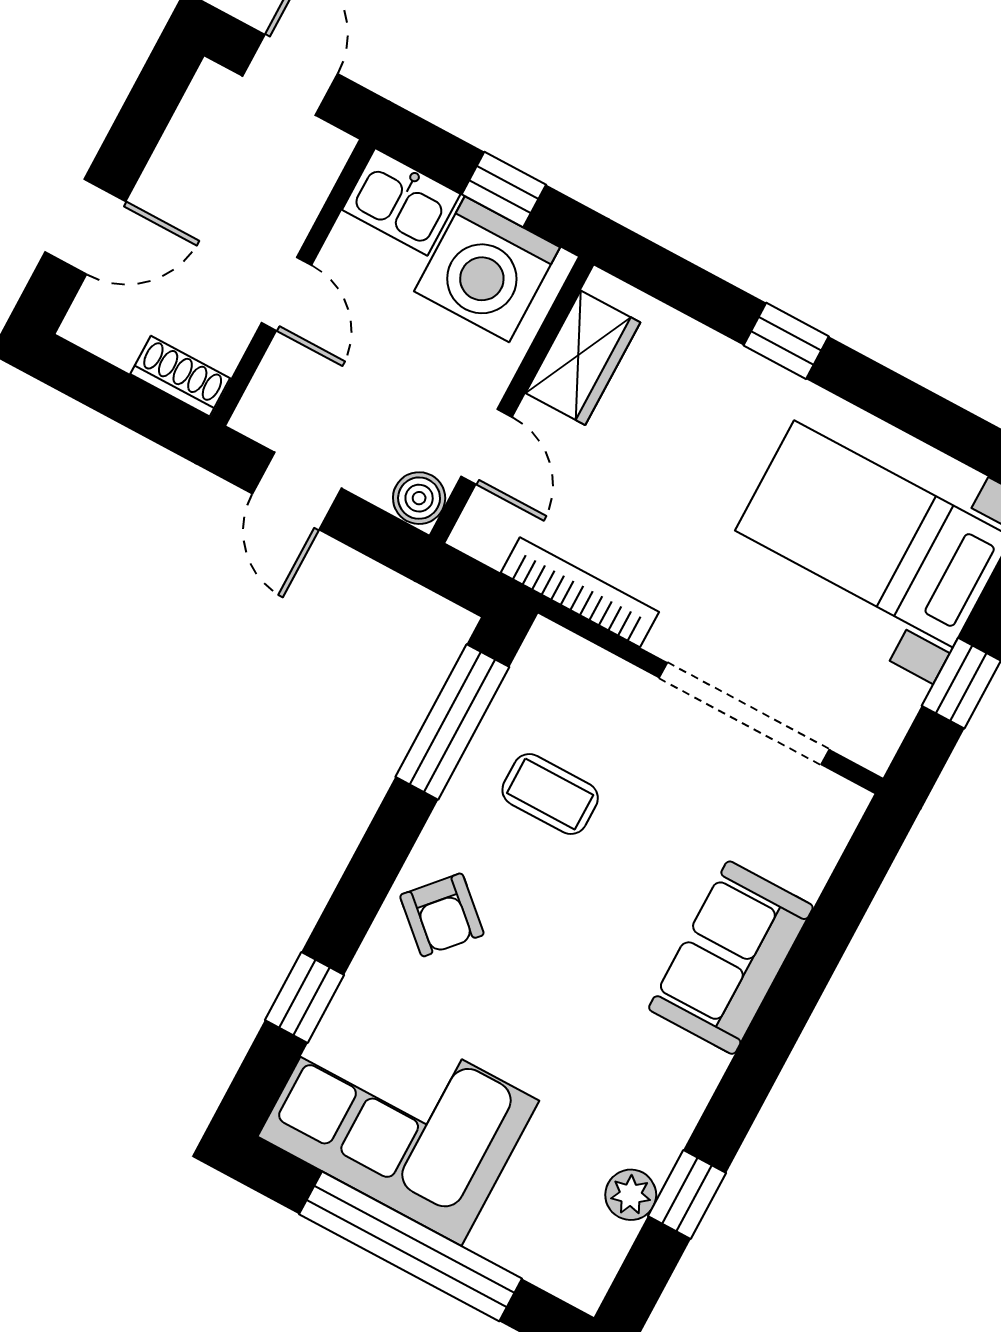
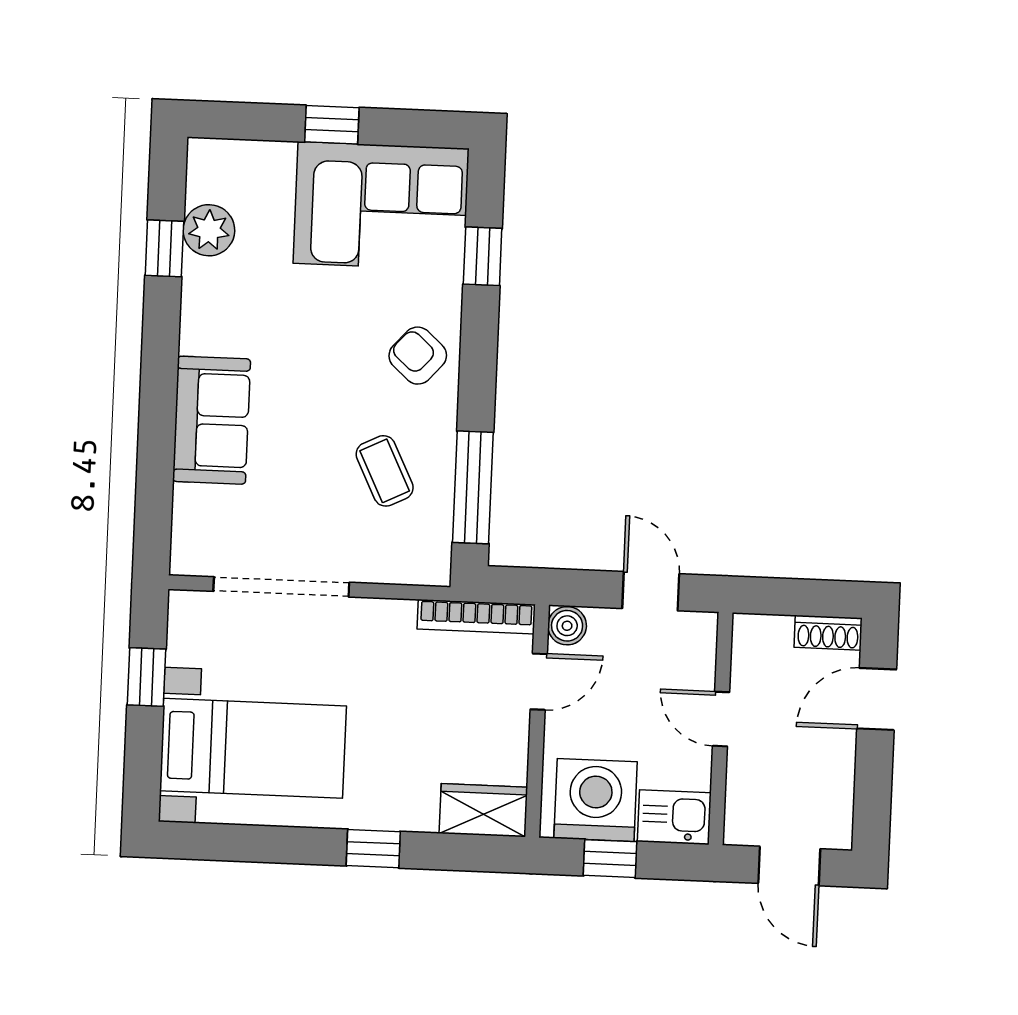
wardrobe: (583, 358) -> (483, 810), moved, turned 90
shoe rack: (180, 376) -> (828, 633), moved
door: (487, 447) -> (539, 682), swing flipped
bookcase: (580, 592) -> (476, 617), moved
coffee table: (550, 794) -> (385, 471), turned 64
plant: (631, 1195) -> (209, 230), width x1.38, depth x1.38
window: (411, 1246) -> (332, 125), width x0.32

